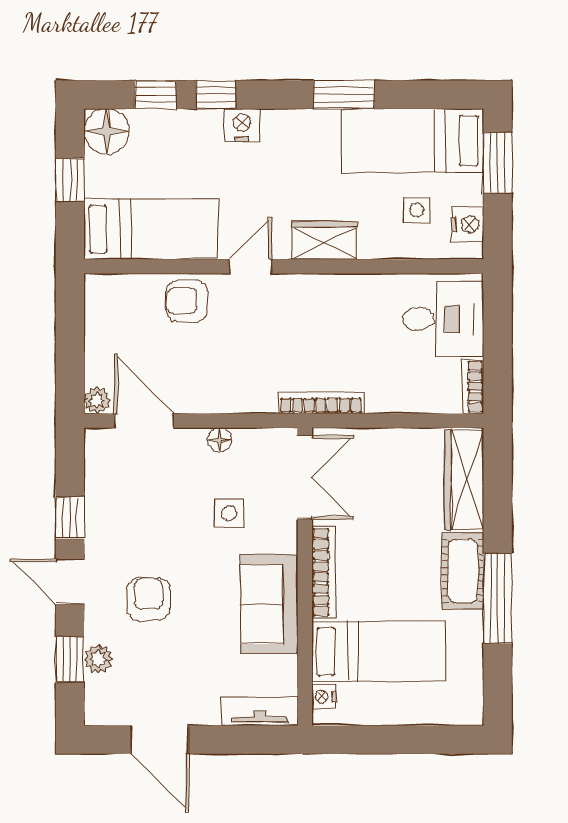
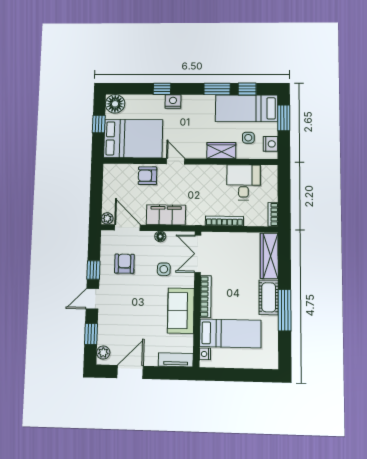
window: (155, 95) -> (247, 89), moved
bed: (151, 229) -> (133, 139), width x1.50
wardrobe: (325, 240) -> (221, 150), moved
door: (251, 266) -> (176, 161), hinge flipped
desk: (443, 319) -> (243, 182), moved, turned -90
filing cabinet: (231, 391) -> (166, 215), added
bookcase: (321, 403) -> (224, 221), moved
double door: (305, 477) -> (198, 254), swing flipped
door: (70, 582) -> (92, 299), hinge flipped
armchair: (148, 599) -> (124, 264), moved
plant: (99, 659) -> (103, 352), moved
door: (160, 740) -> (130, 372), swing flipped

